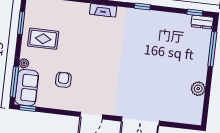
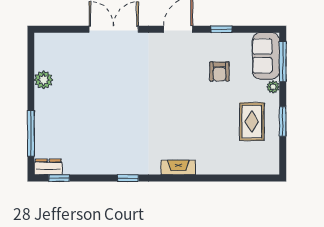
window: (21, 23) -> (283, 121), moved
rug: (43, 39) -> (252, 122), turned 90
window: (28, 108) -> (221, 29), moved

